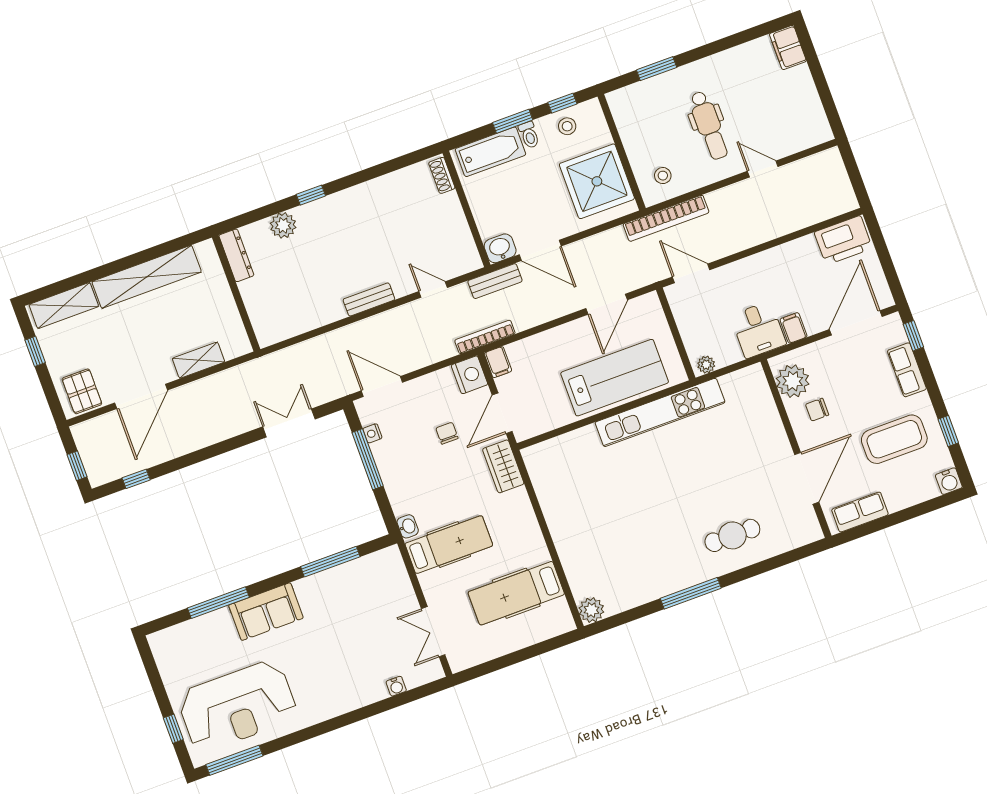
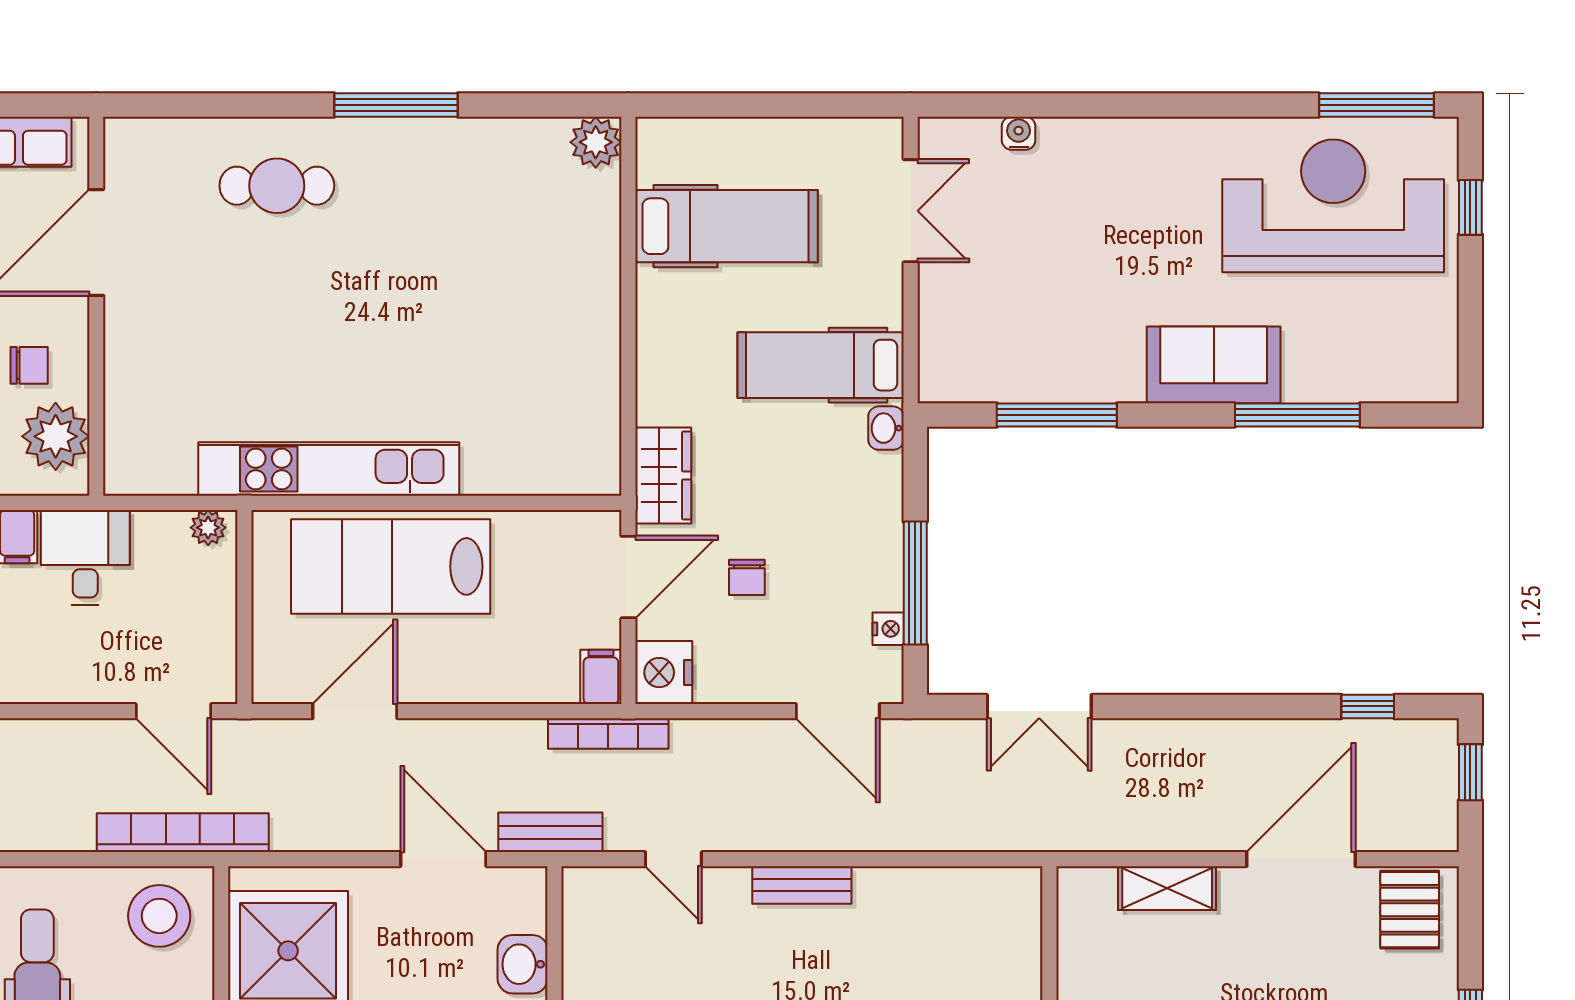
stool: (663, 176) -> (159, 916), width x1.89, depth x1.89
washbasin: (500, 248) -> (523, 964), moved, turned 90

